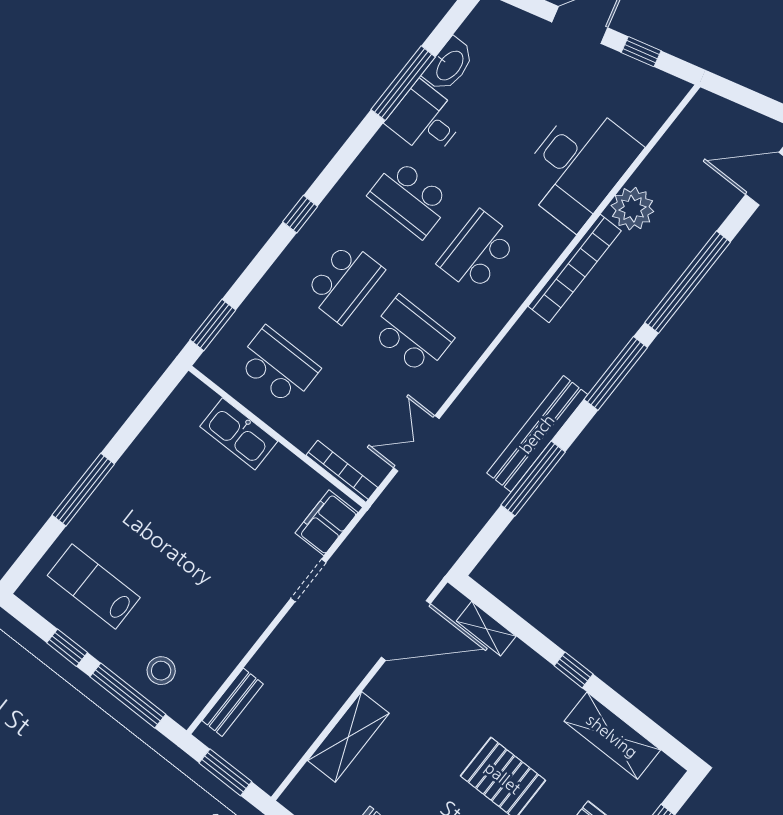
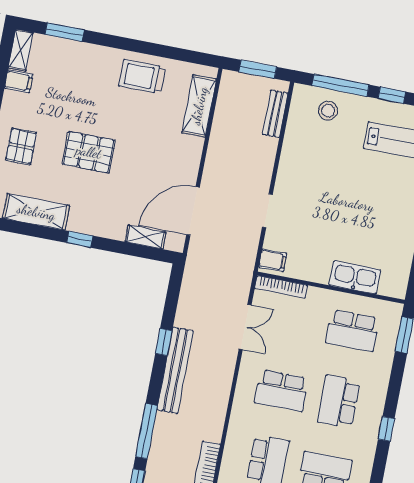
window: (533, 478) -> (164, 342), width x0.46
filing cabinet: (326, 523) -> (273, 260), width x0.50
shelving: (348, 737) -> (199, 106), moved

